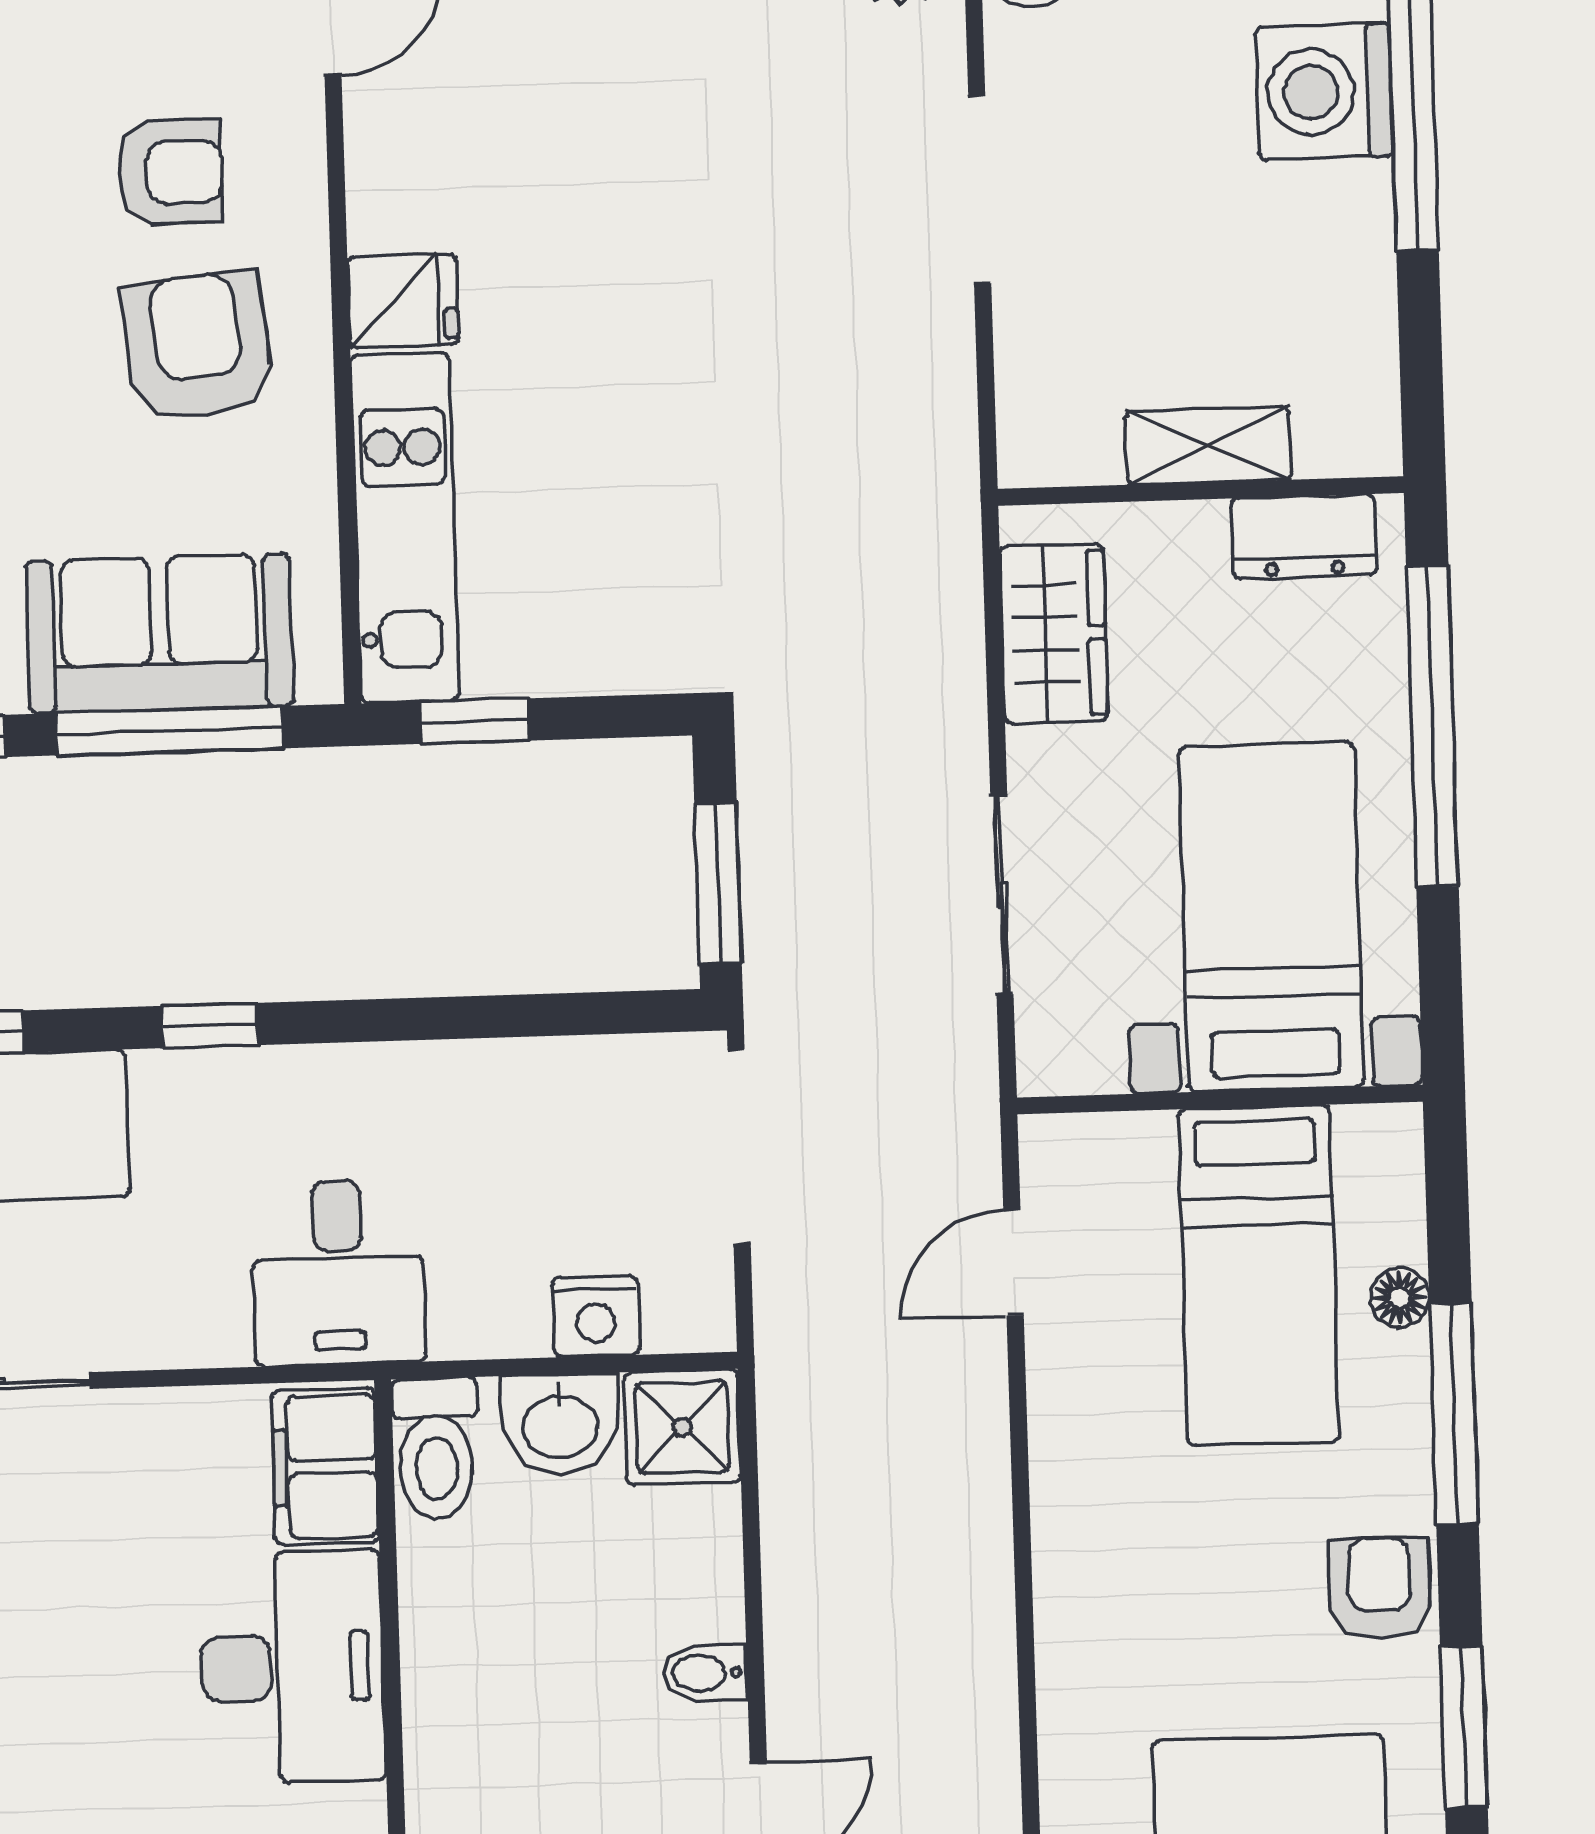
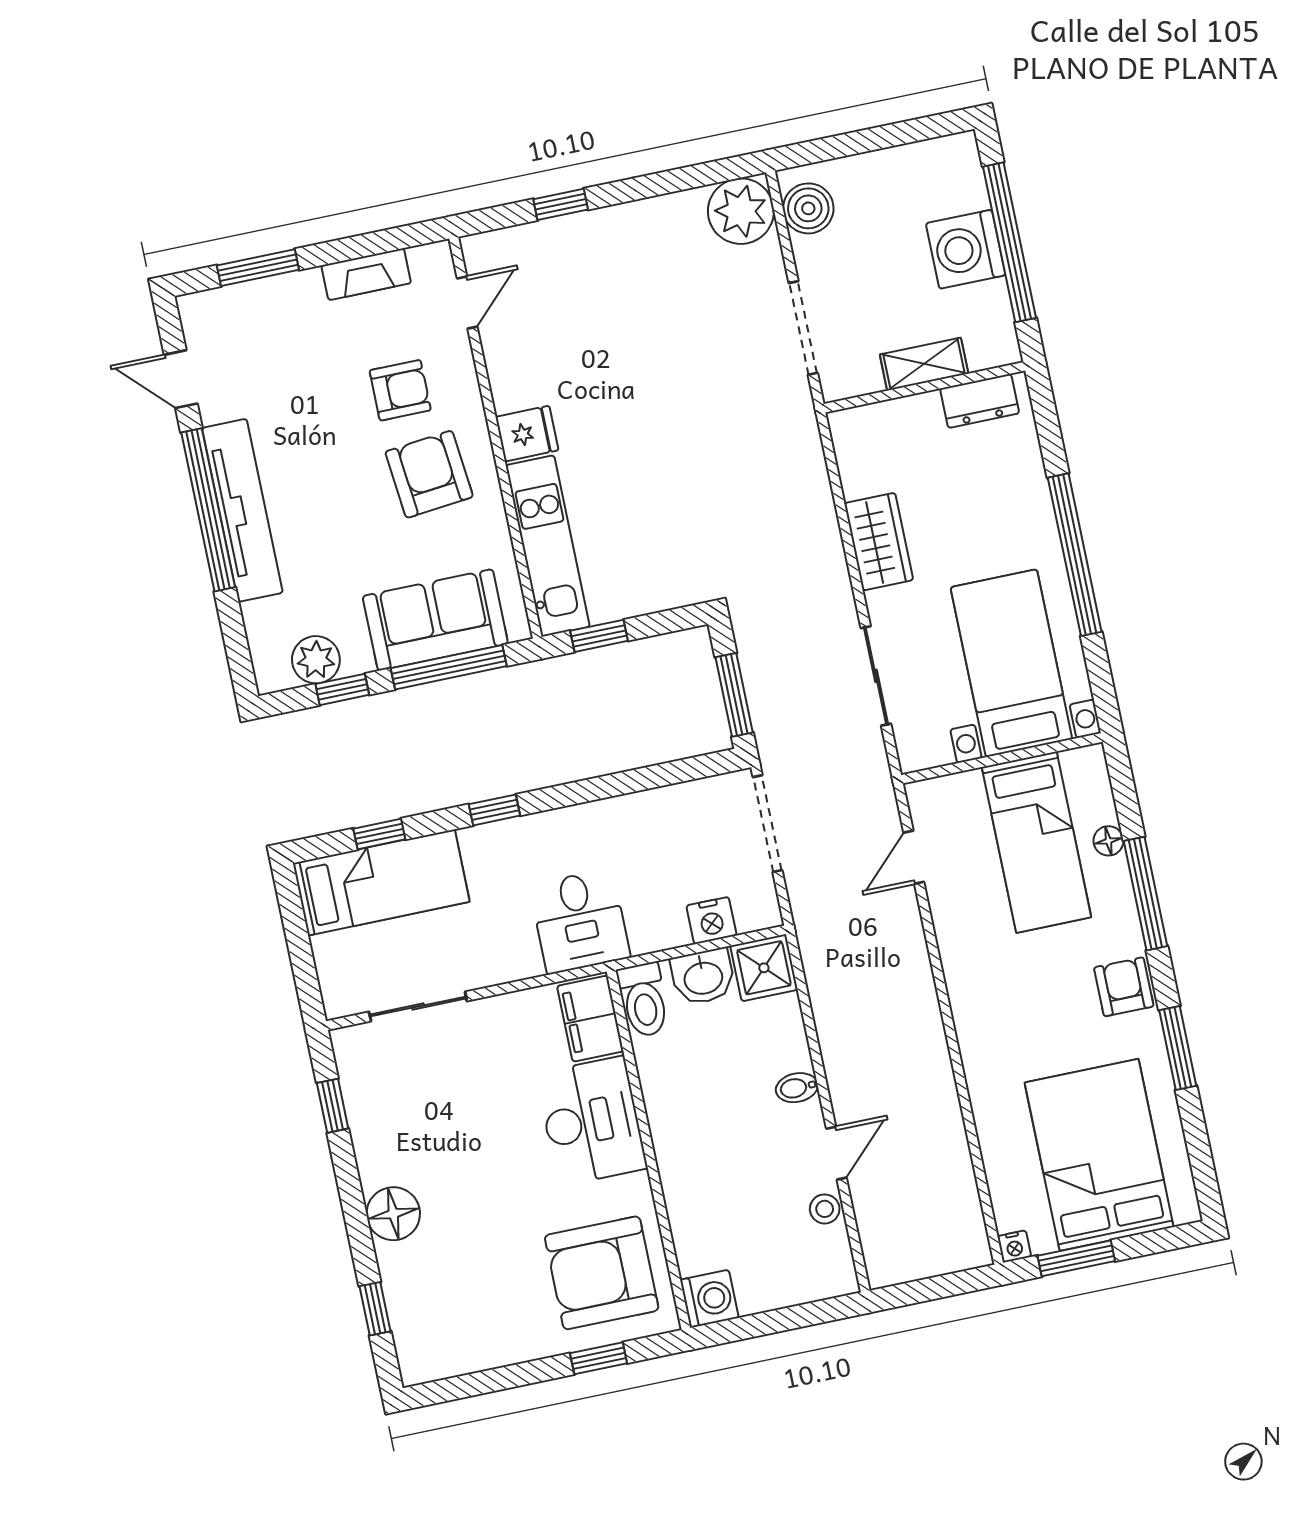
shelving: (1208, 445) -> (924, 364), moved
wall: (1201, 491) -> (924, 387), moved
dresser: (1304, 537) -> (980, 401), moved

